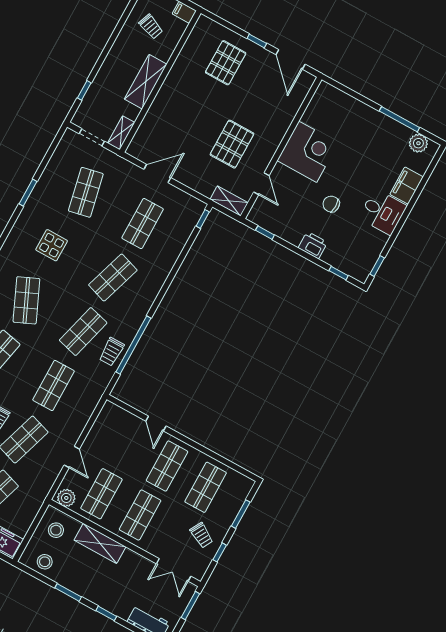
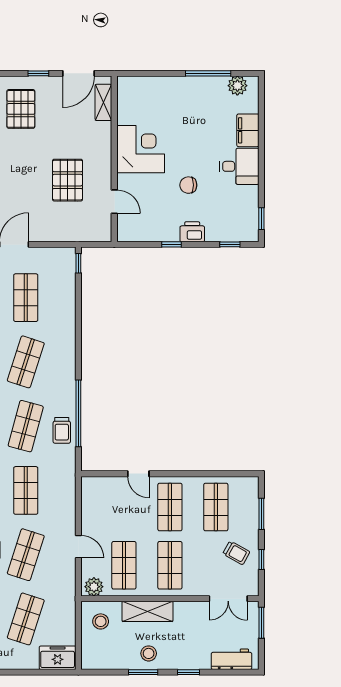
door: (290, 59) -> (78, 73), hinge flipped
shelving: (229, 201) -> (103, 102), moved, turned 90
window: (265, 233) -> (171, 244), moved
stool: (45, 562) -> (149, 653), moved

